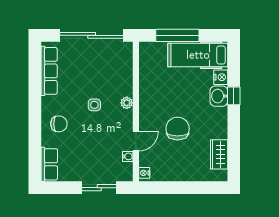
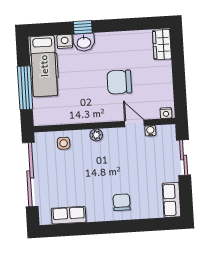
row of seats: (49, 71) -> (69, 215), width x0.68
side table: (94, 105) -> (64, 143), moved
wardrobe: (219, 154) -> (162, 45), moved, turned 90
row of seats: (49, 164) -> (171, 200), moved, turned -90

